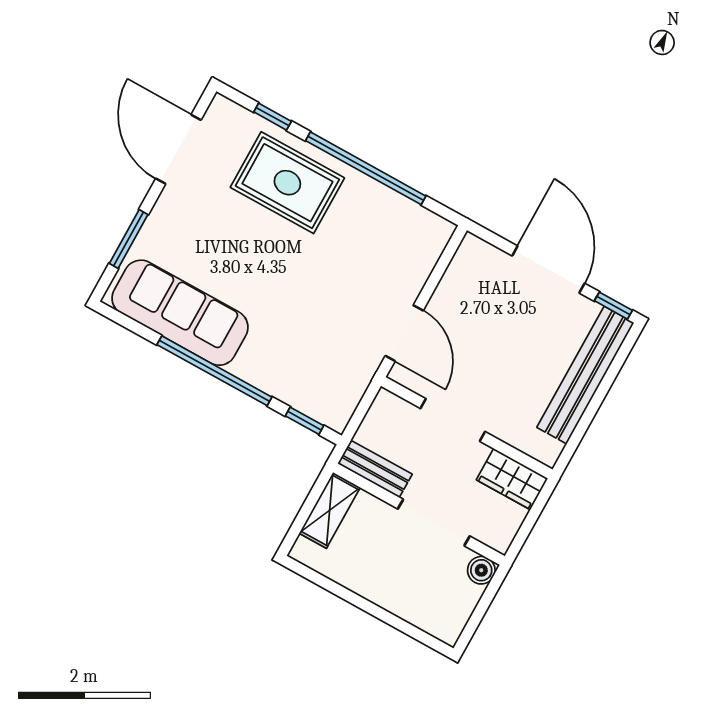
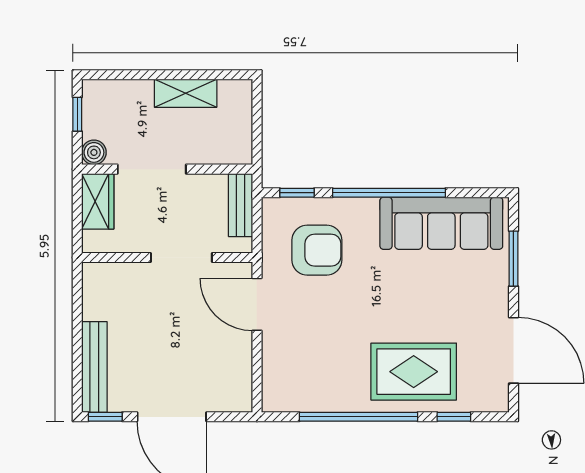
armchair: (316, 354) -> (317, 250), added
bench: (585, 375) -> (94, 367), width x0.73, depth x0.82
bench: (375, 469) -> (241, 205), moved, turned 90
wardrobe: (512, 479) -> (98, 201), moved, turned 90
shelving: (330, 510) -> (186, 93), moved, turned 90
window: (477, 617) -> (77, 114), added

